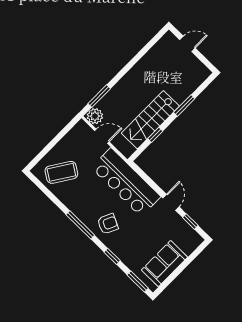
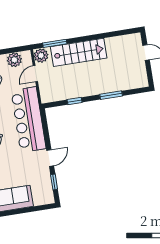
stairs: (150, 120) -> (79, 52), moved, turned 180
door: (102, 136) -> (35, 74), swing flipped
plant: (74, 138) -> (14, 60), added

